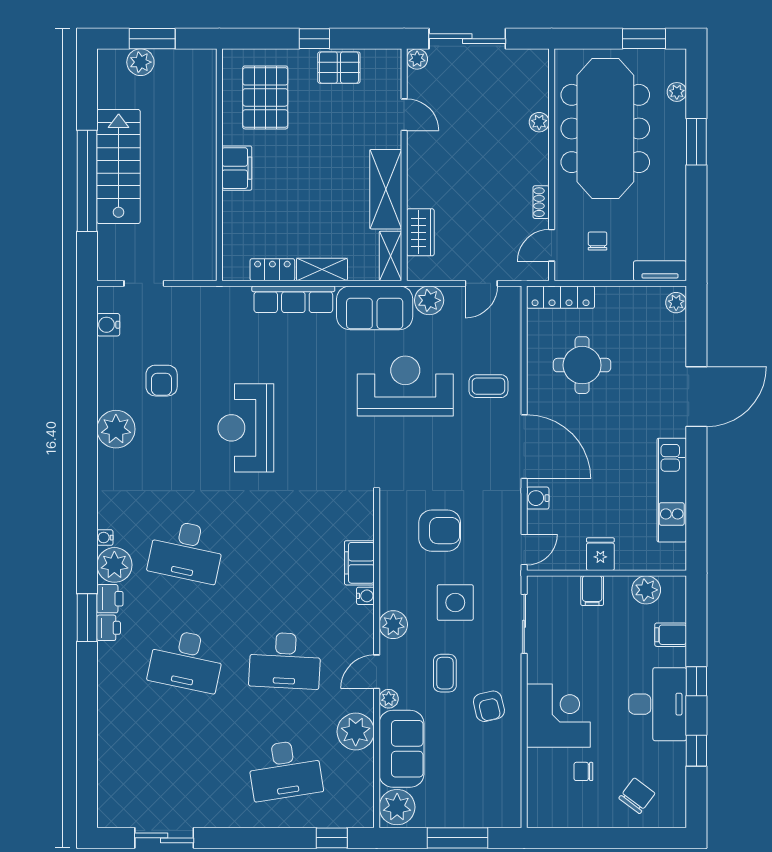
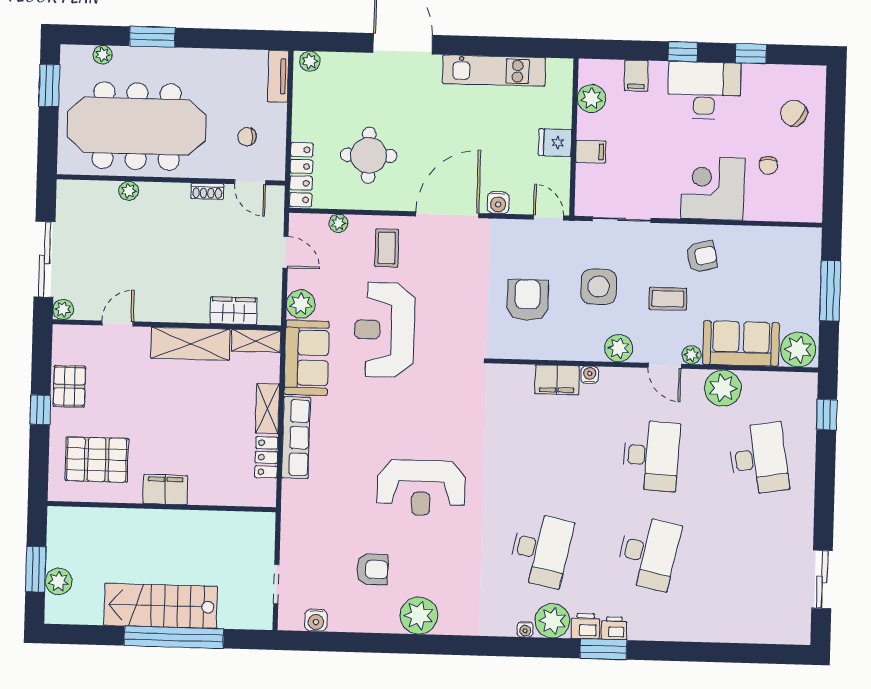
plant: (512, 336) -> (338, 223), added

